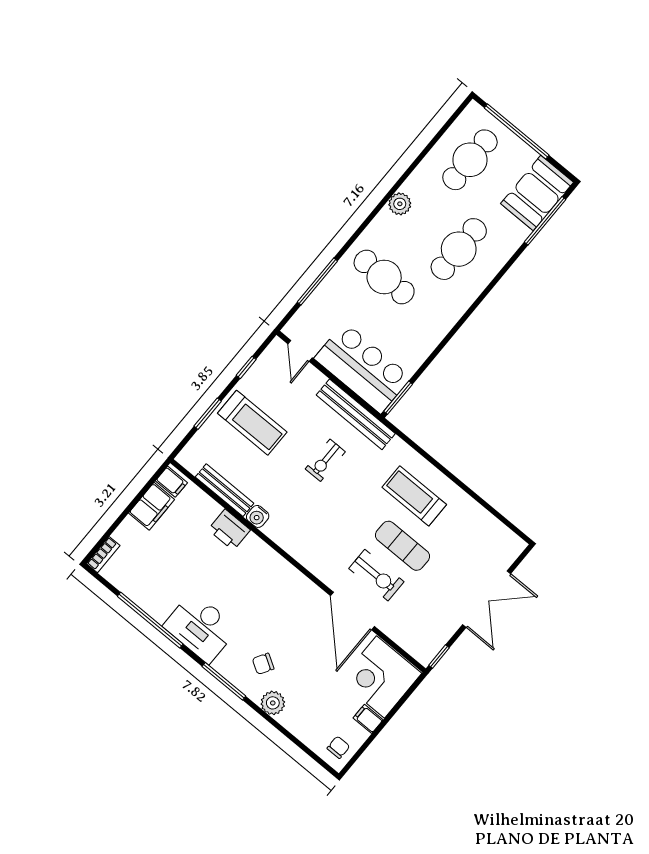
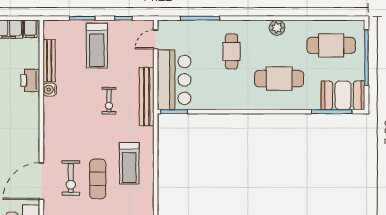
cafe table: (384, 277) -> (232, 51), width x0.73, depth x0.74
exercise bike: (325, 460) -> (109, 101), turned -90
treadmill: (414, 496) -> (129, 163), turned 180

